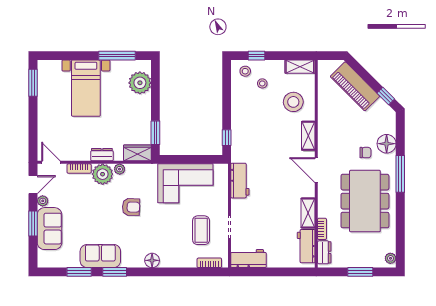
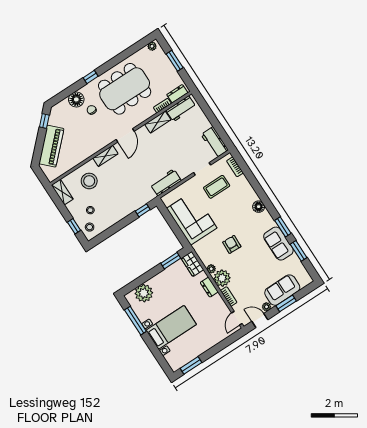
window: (400, 174) -> (91, 77), width x0.46

